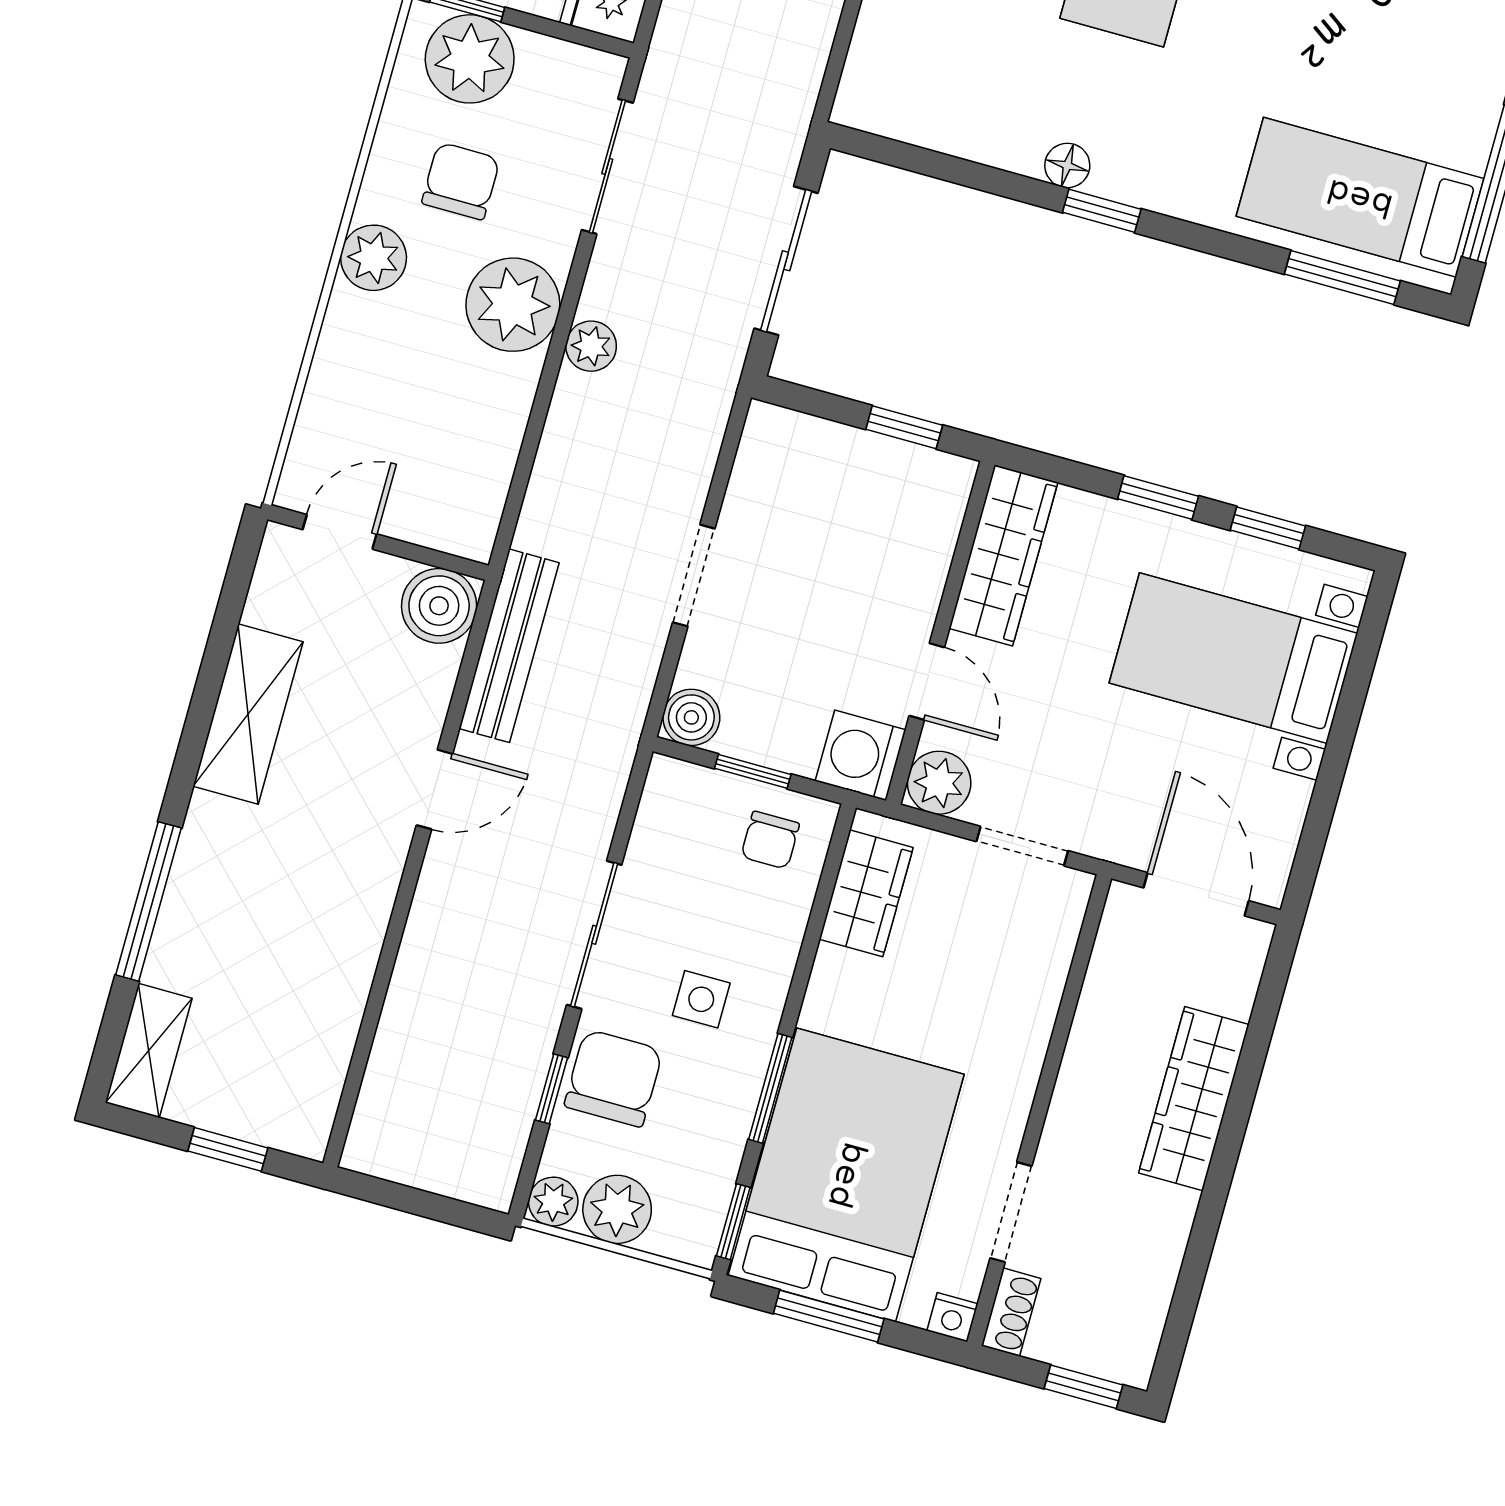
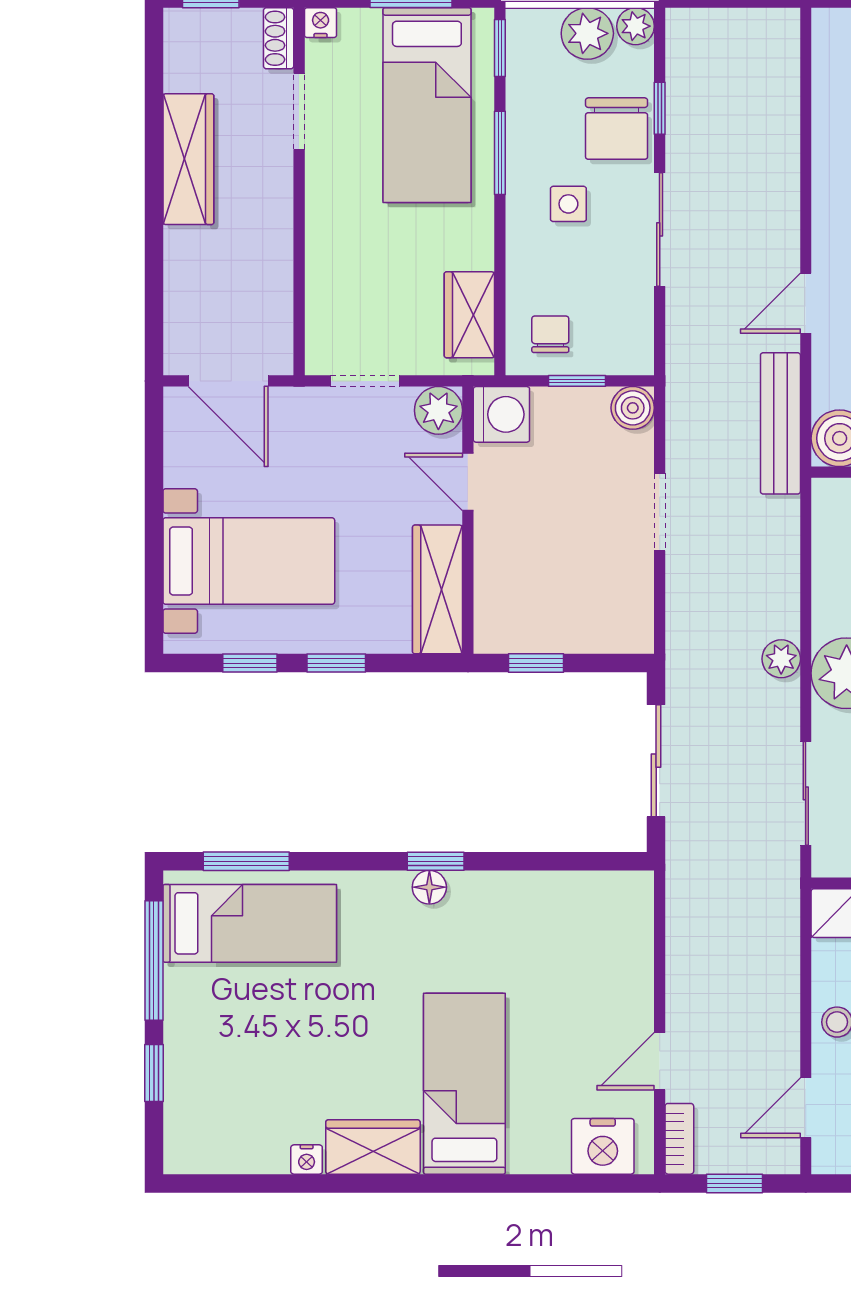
floor lamp: (1067, 165) -> (429, 887), moved
wardrobe: (1194, 1099) -> (188, 159), moved
bed: (846, 1175) -> (427, 105), width x0.67

